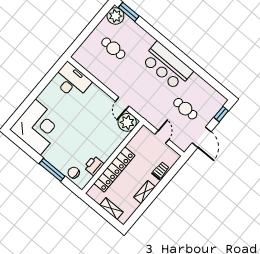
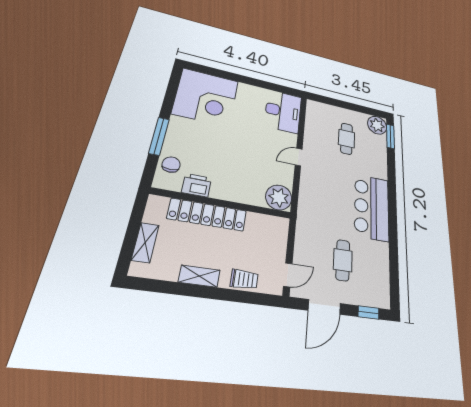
door: (122, 104) -> (299, 157), moved
door: (162, 137) -> (288, 275), moved

